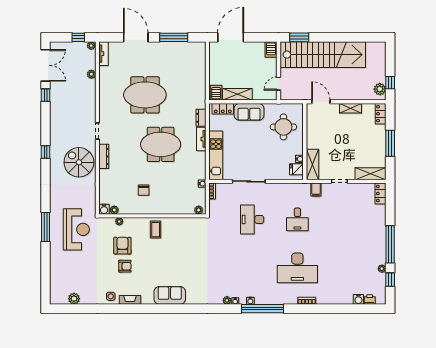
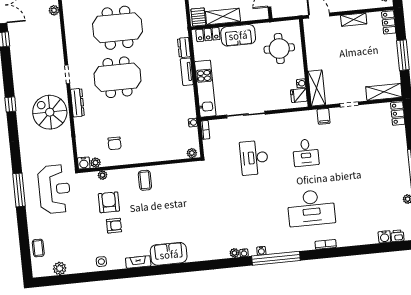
meeting table: (161, 144) -> (117, 77), moved
chair: (144, 190) -> (115, 143), moved
coffee table: (57, 279) -> (38, 248), added
fireplace: (130, 300) -> (138, 262), moved

